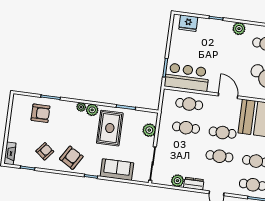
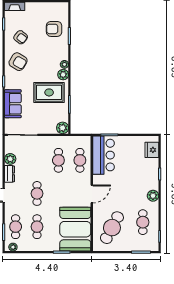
armchair: (41, 113) -> (54, 29), turned 90
plant: (149, 130) -> (63, 128), moved
cafe table: (223, 133) -> (58, 193), removed

